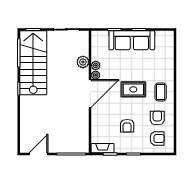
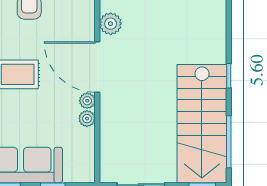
plant: (83, 62) -> (111, 24), moved
door: (90, 93) -> (97, 67), hinge flipped

